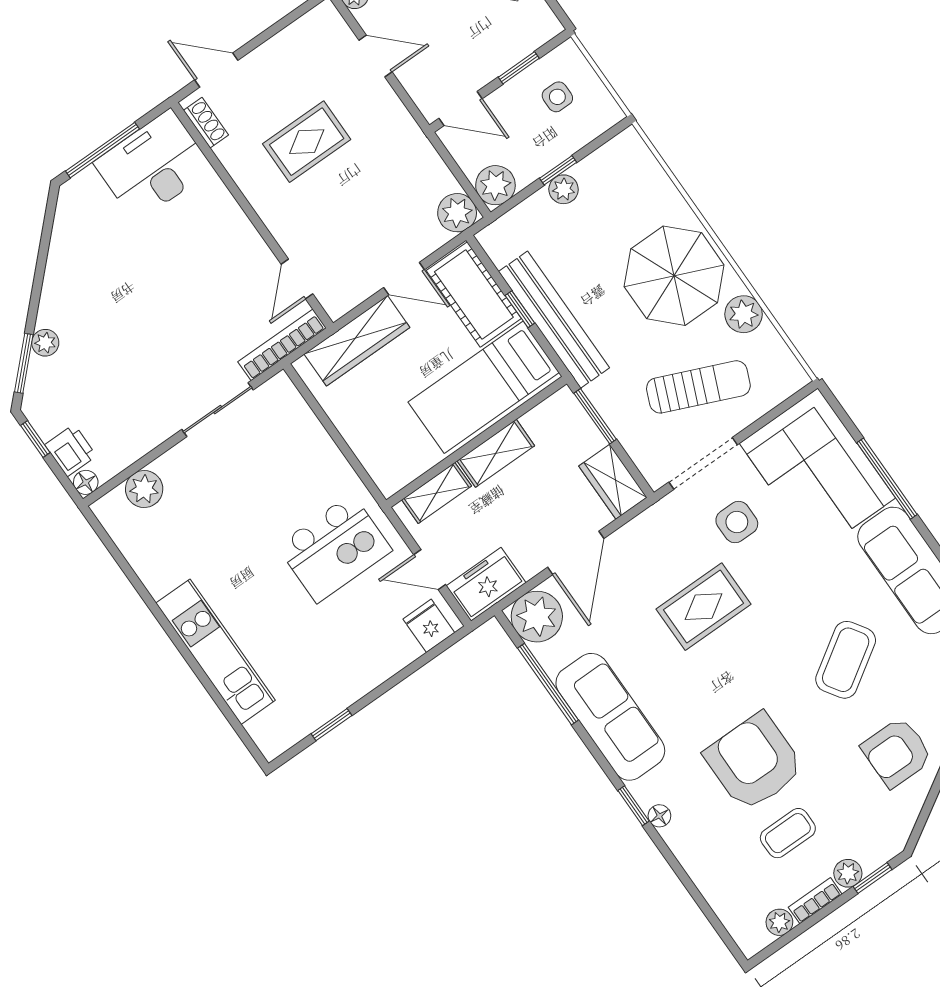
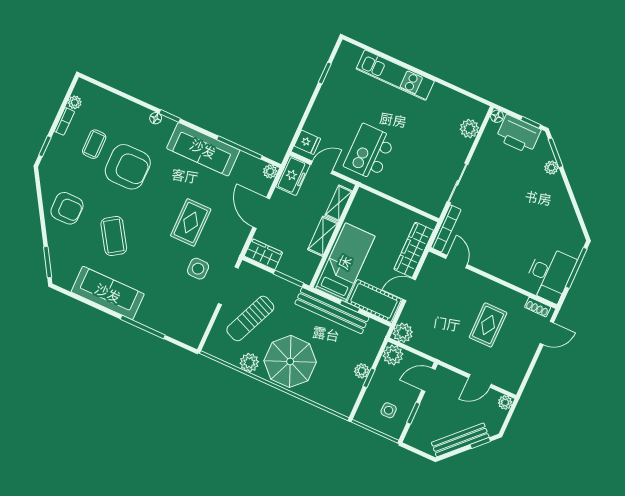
printer: (71, 450) -> (518, 134), width x1.87, depth x1.48
corner sofa: (817, 471) -> (176, 312), removed
plant: (537, 617) -> (270, 171), width x0.53, depth x0.53
armchair: (897, 752) -> (67, 208), turned 90
plant: (848, 873) -> (57, 142), removed

